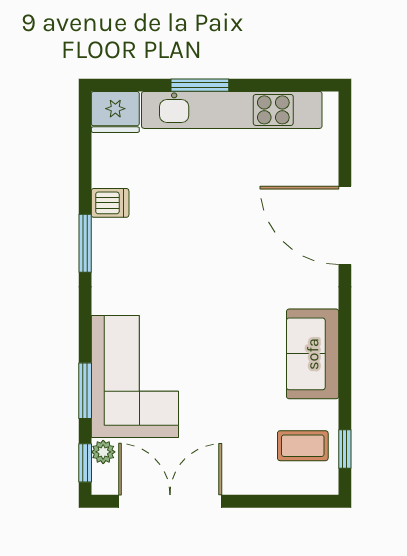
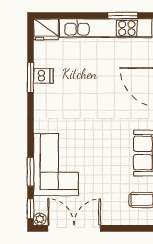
window: (200, 85) -> (123, 16), moved
window: (85, 243) -> (31, 78), moved
plant: (103, 452) -> (40, 219), moved

